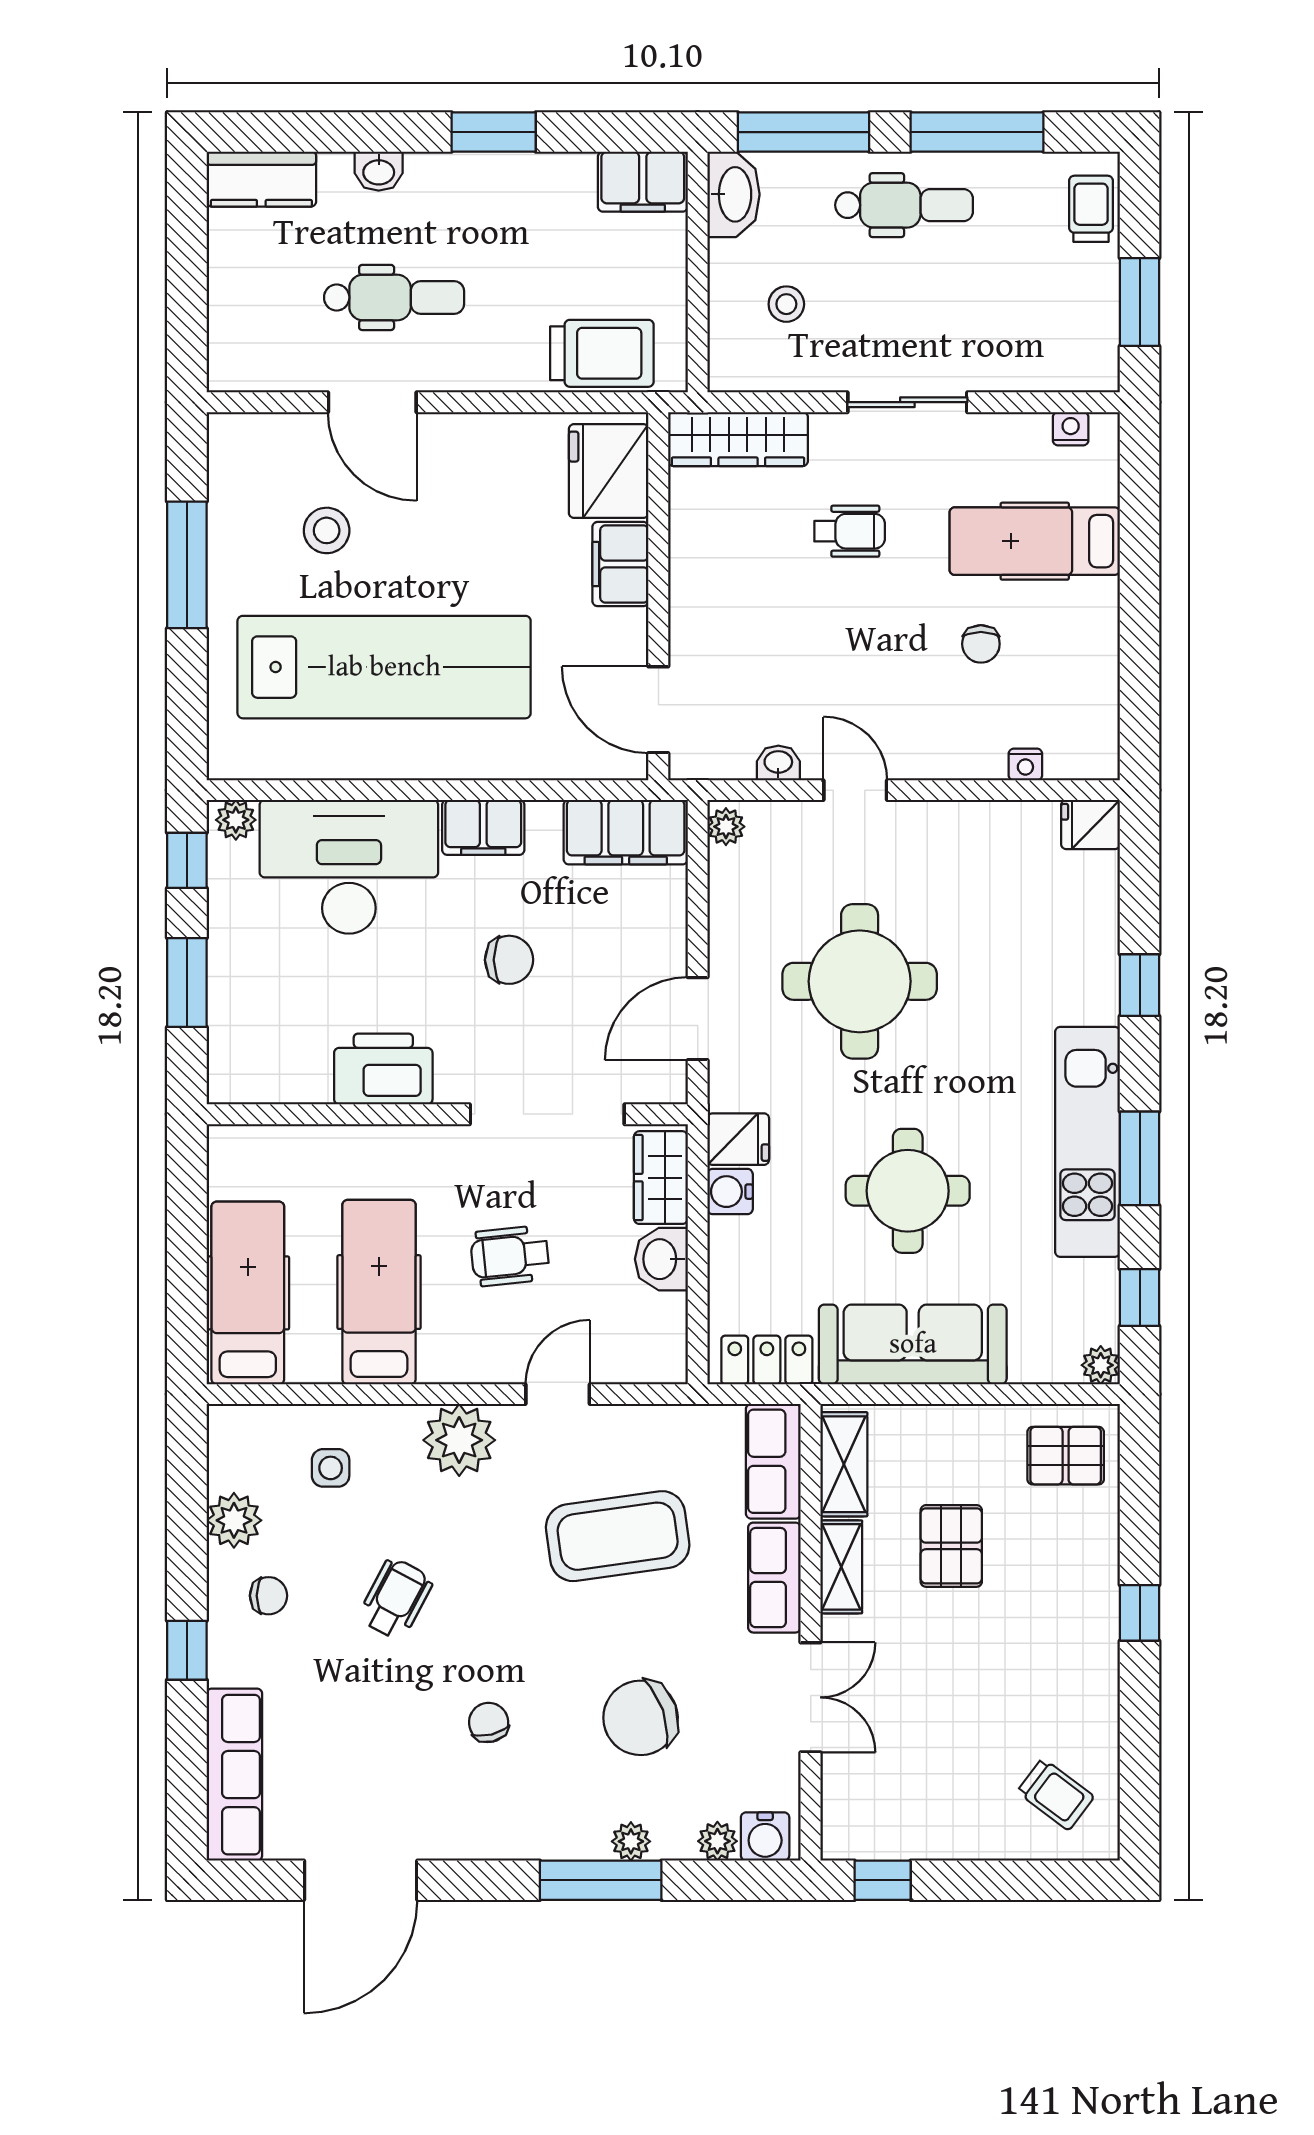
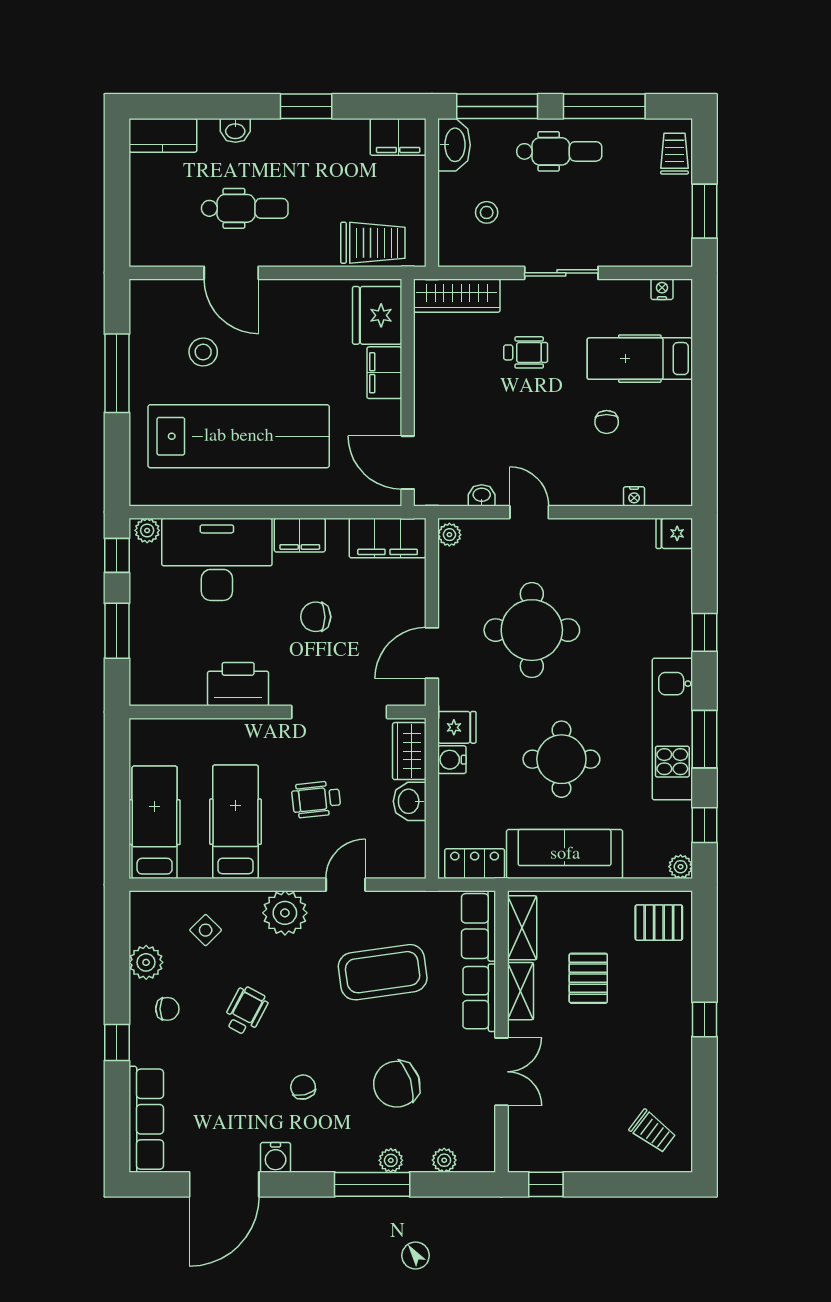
chair: (509, 960) -> (316, 617), turned 180
side table: (331, 1468) -> (206, 930), turned 45
water cooler: (765, 1836) -> (276, 1157), moved

